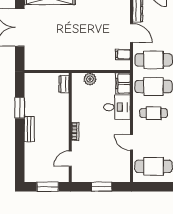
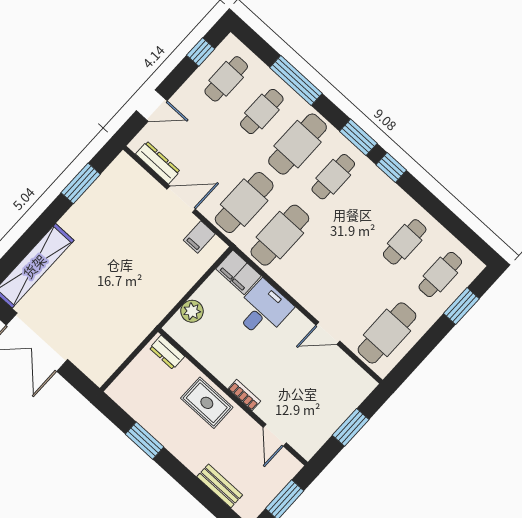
cafe table: (154, 113) -> (316, 268), removed
rug: (58, 119) -> (207, 403), added
bench: (29, 129) -> (220, 486), moved

